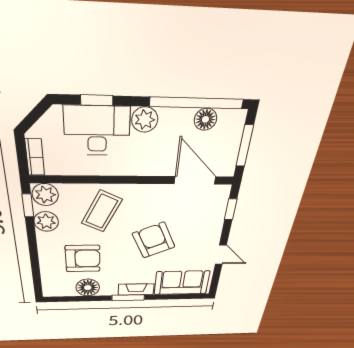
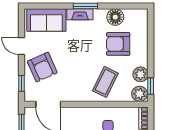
armchair: (154, 240) -> (42, 67), moved

